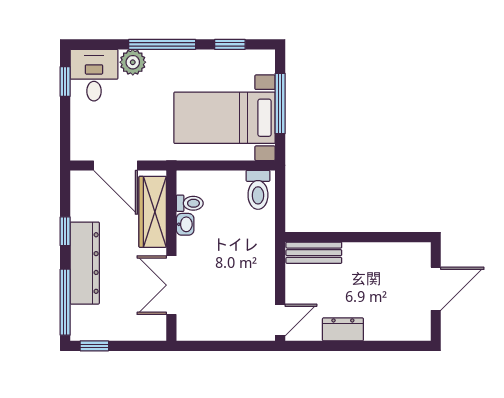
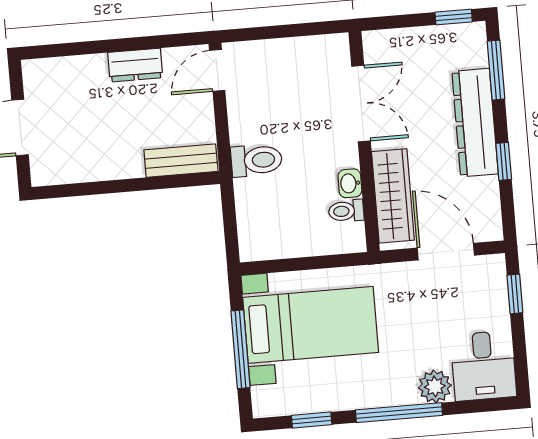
window: (65, 82) -> (515, 294), moved
toilet: (258, 190) -> (256, 160), moved, turned 90
window: (65, 302) -> (496, 70), width x0.69

